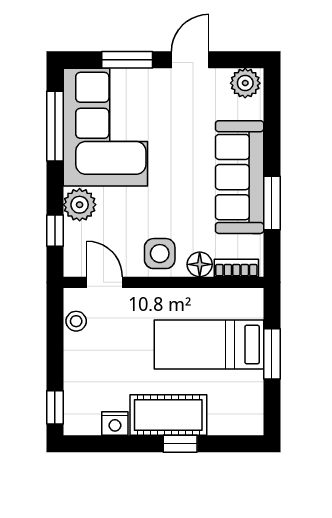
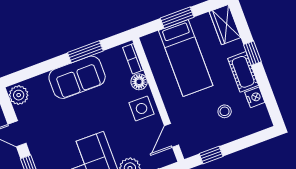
sofa: (240, 177) -> (77, 77), width x0.73
stool: (76, 321) -> (225, 111), moved
window: (55, 407) -> (211, 155), moved
cot: (168, 415) -> (243, 72), width x0.73, depth x0.75
wardrobe: (236, 419) -> (225, 25), added

